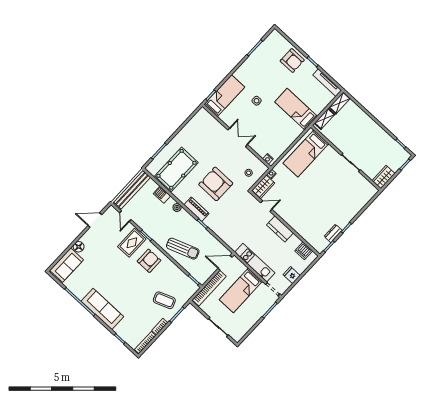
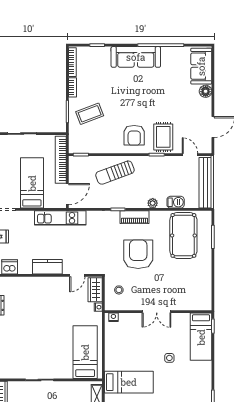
armchair: (216, 184) -> (138, 254), turned -90
kitchen unit: (255, 263) -> (60, 218), moved

